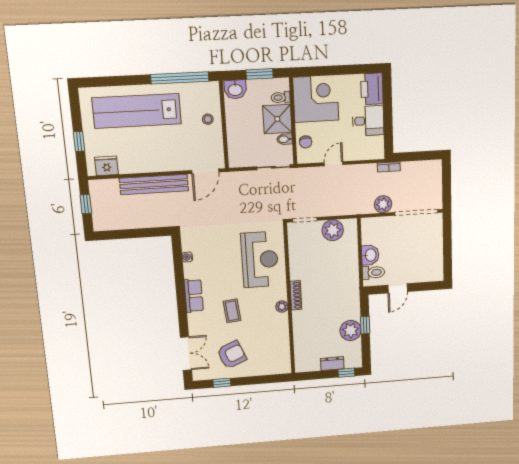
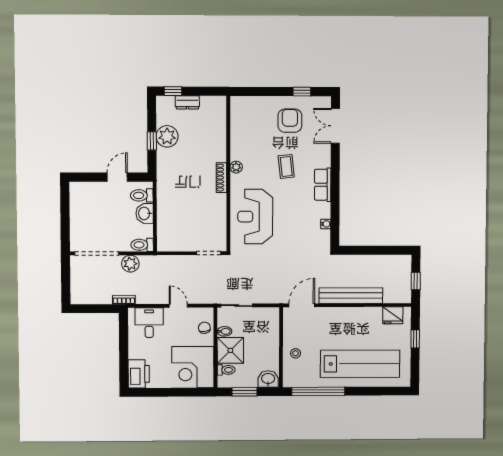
desk: (368, 121) -> (149, 323), moved, turned 90
door: (334, 164) -> (178, 306), swing flipped
toilet: (372, 224) -> (142, 245), added
plant: (333, 230) -> (182, 241), removed
armchair: (232, 355) -> (290, 121), turned 113

